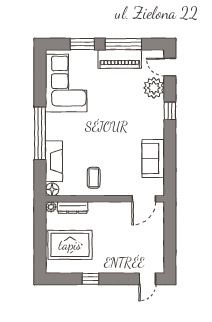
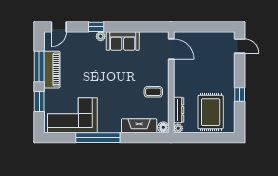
plant: (154, 88) -> (101, 36), moved, width x0.53, depth x0.53
window: (40, 133) -> (98, 138), moved
sofa: (153, 158) -> (123, 41), moved

